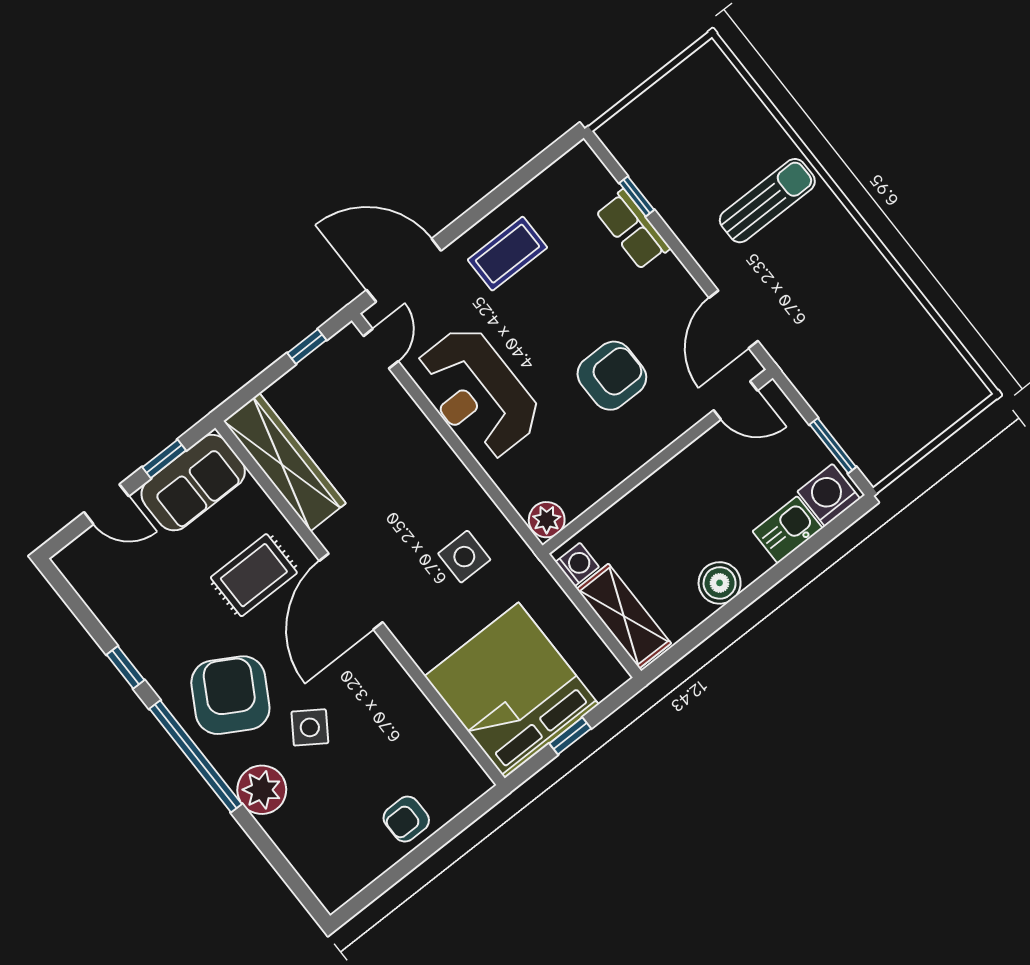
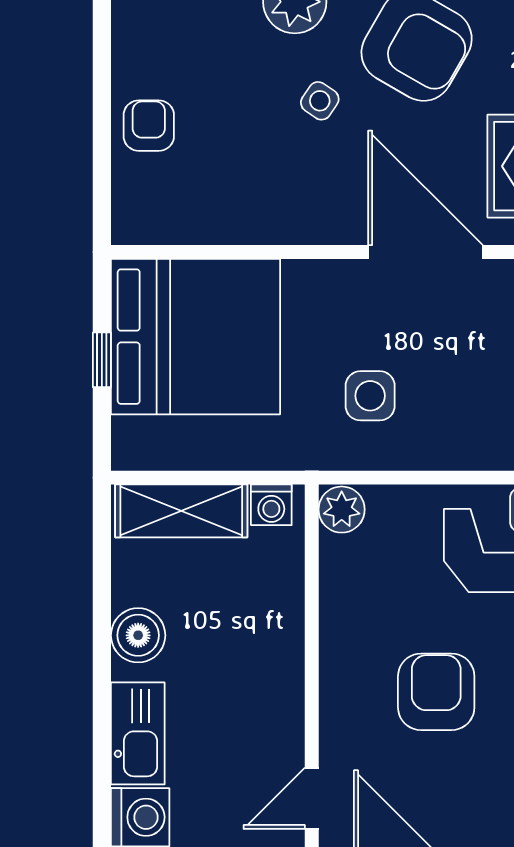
armchair: (612, 376) -> (436, 692), turned 180
kitchen sink: (787, 530) -> (138, 733), width x1.38
side table: (310, 727) -> (320, 101), width x0.73, depth x0.73

